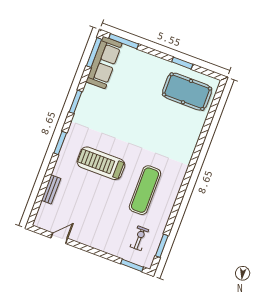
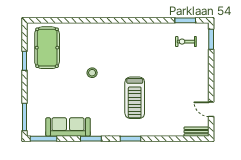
sofa: (104, 63) -> (68, 127), moved
stool: (144, 129) -> (92, 73), added
bench: (51, 189) -> (197, 132), moved
exercise mat: (145, 190) -> (144, 52), removed

